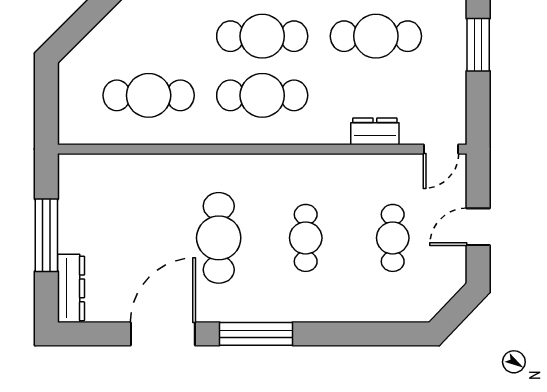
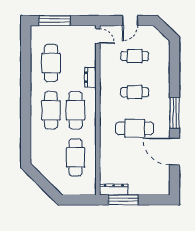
window: (478, 45) -> (55, 21), width x1.44
dresser: (375, 131) -> (90, 77), moved
door: (478, 227) -> (130, 21), hinge flipped
window: (46, 235) -> (123, 200), moved
dresser: (71, 288) -> (114, 190), moved

